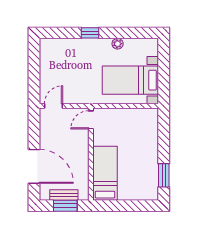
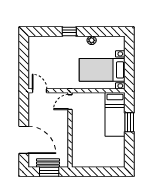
door: (53, 106) -> (40, 91), hinge flipped
bed: (105, 173) -> (115, 114), moved, turned 180
window: (164, 175) -> (129, 122), moved

